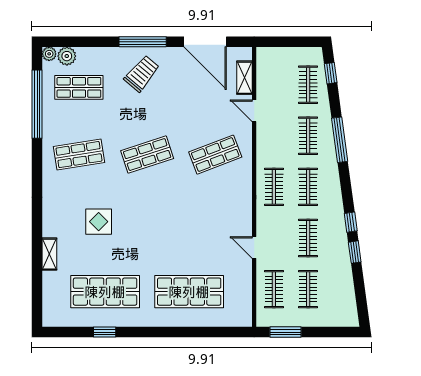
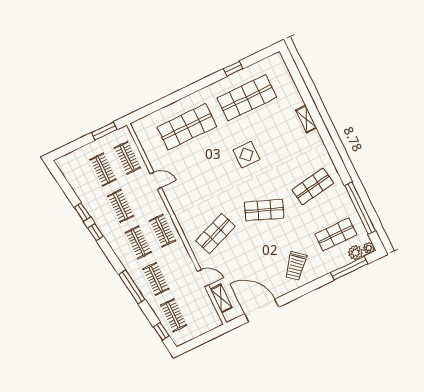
window: (143, 42) -> (349, 268), moved
shop shelf: (147, 155) -> (264, 210), turned 39
display table: (99, 222) -> (246, 155), moved
shelving: (49, 254) -> (306, 119), moved

